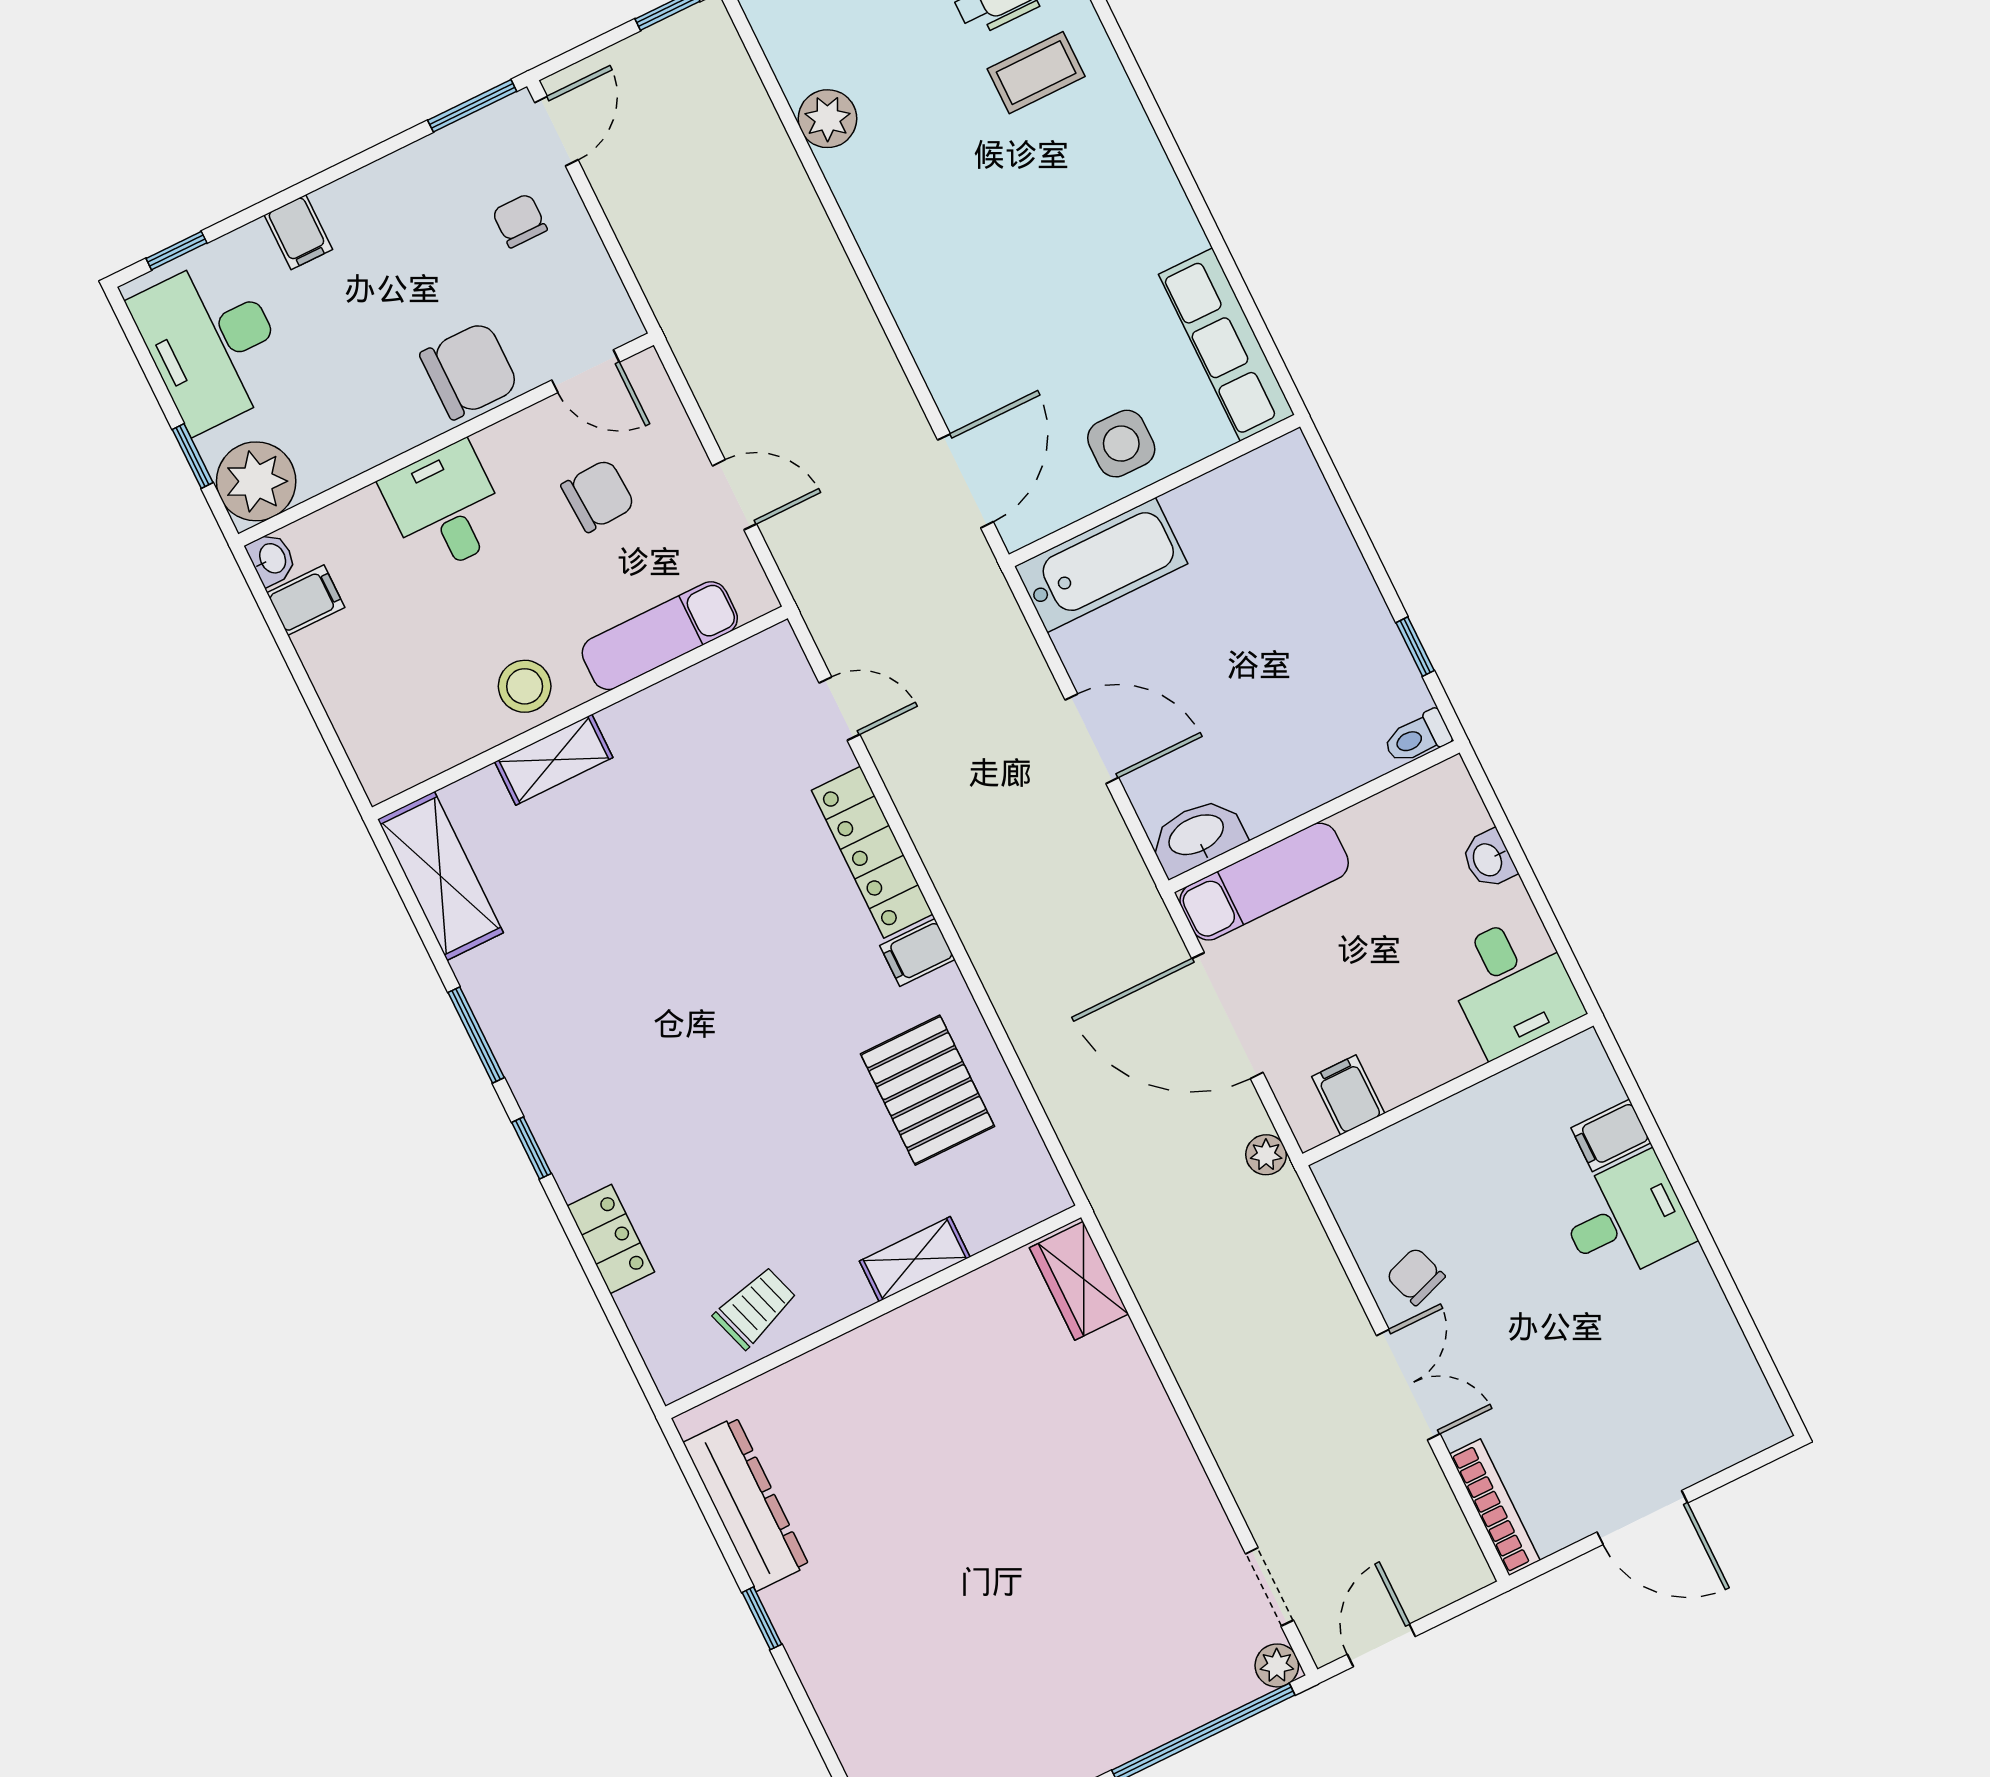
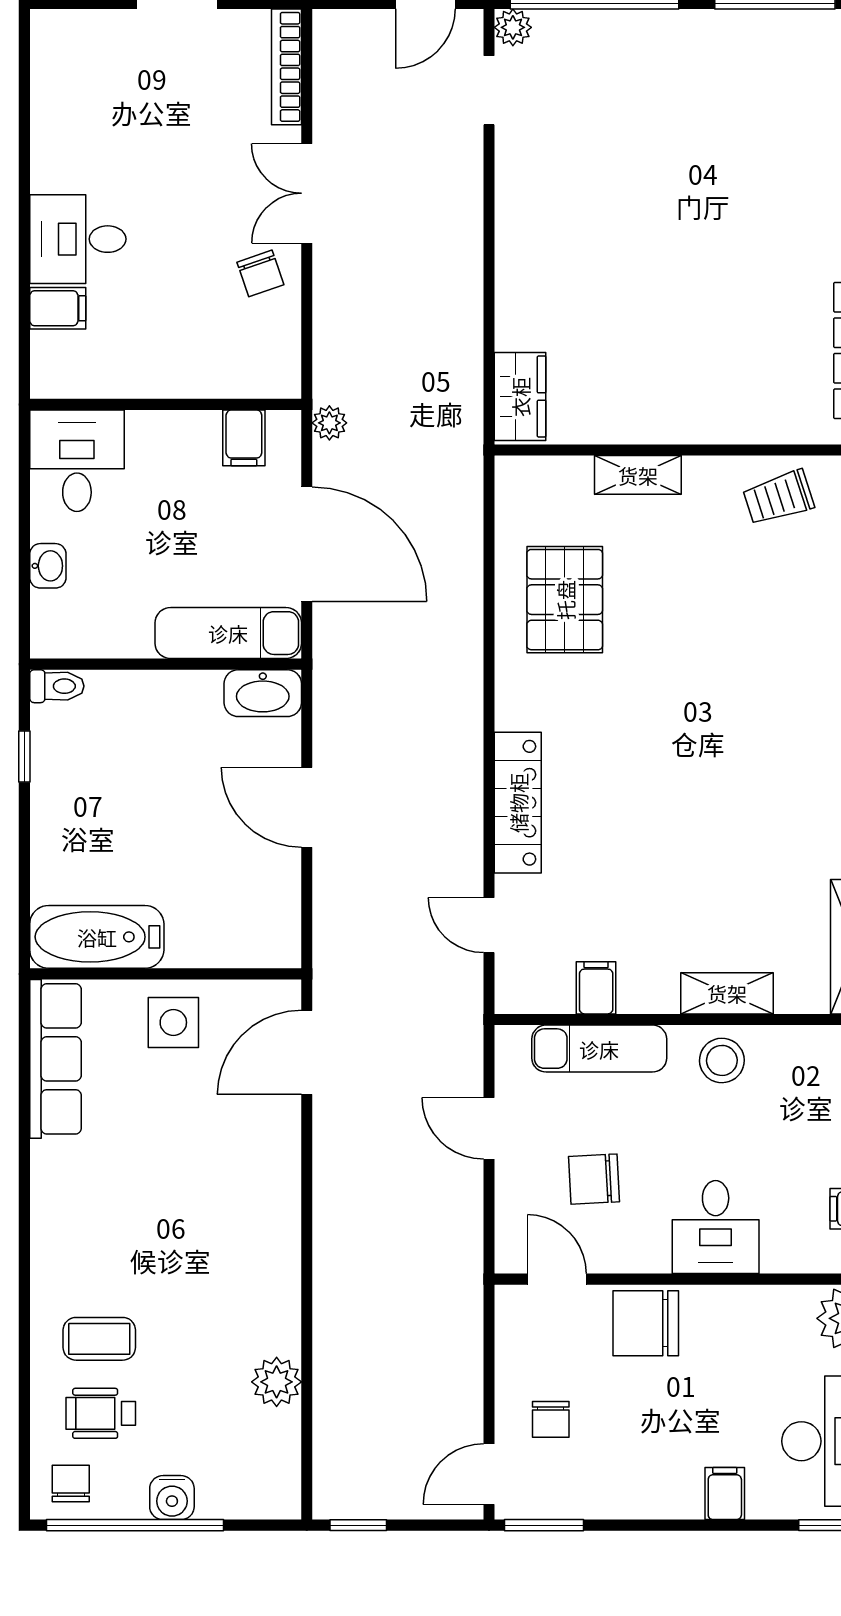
bathtub: (1101, 565) -> (97, 937), moved
filing cabinet: (917, 952) -> (596, 988), moved, turned -90

